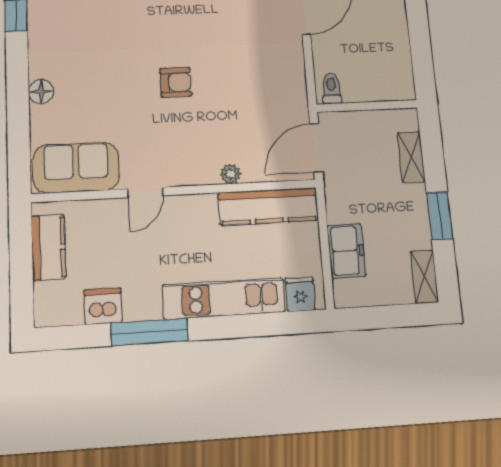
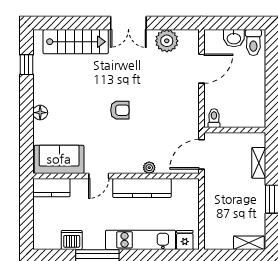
kitchen counter: (268, 206) -> (142, 188), moved
kitchen counter: (48, 247) -> (51, 188), moved, turned 90
freezer: (346, 251) -> (214, 217), removed
shelving: (424, 277) -> (249, 243), moved, turned 90

